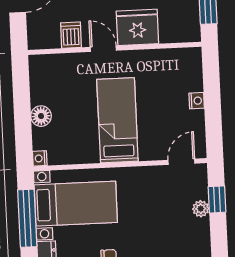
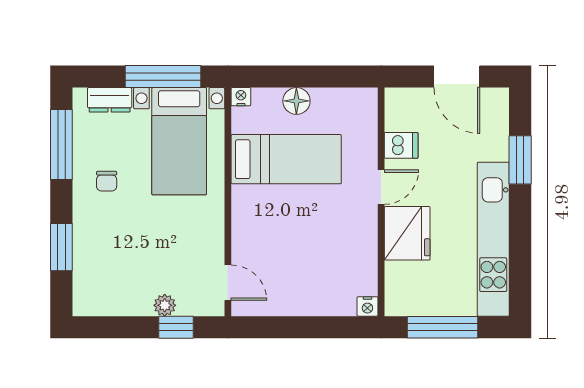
nightstand: (197, 101) -> (367, 306), moved
bed: (117, 120) -> (286, 159), moved

